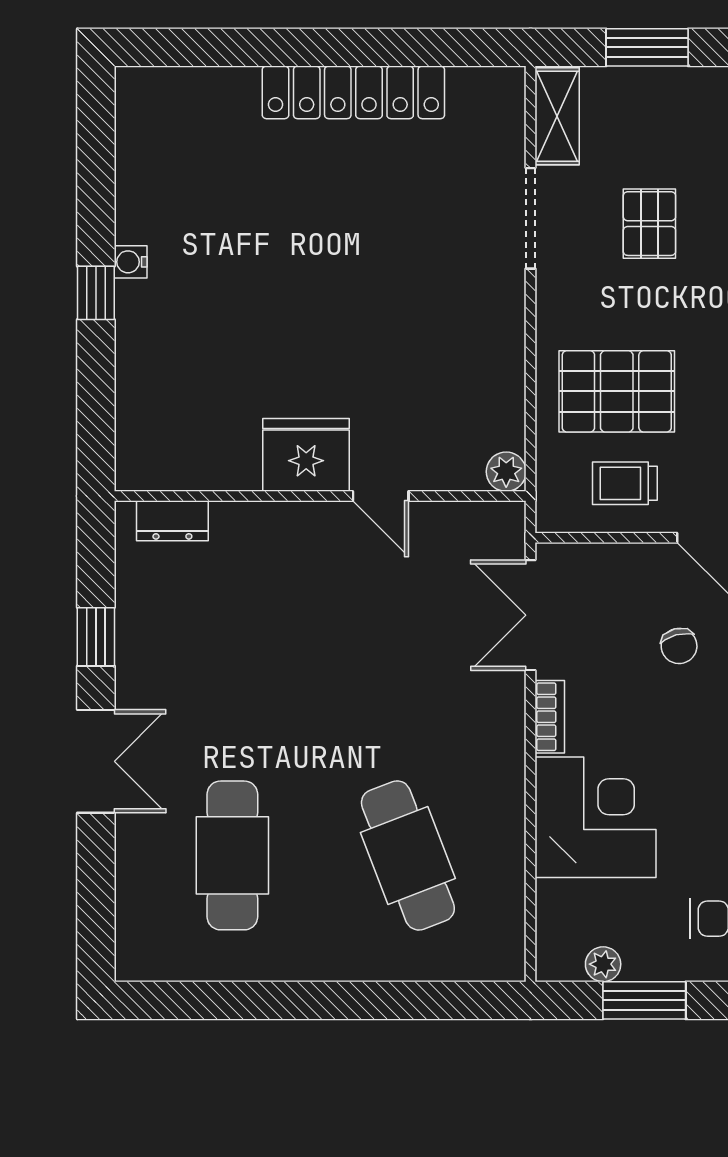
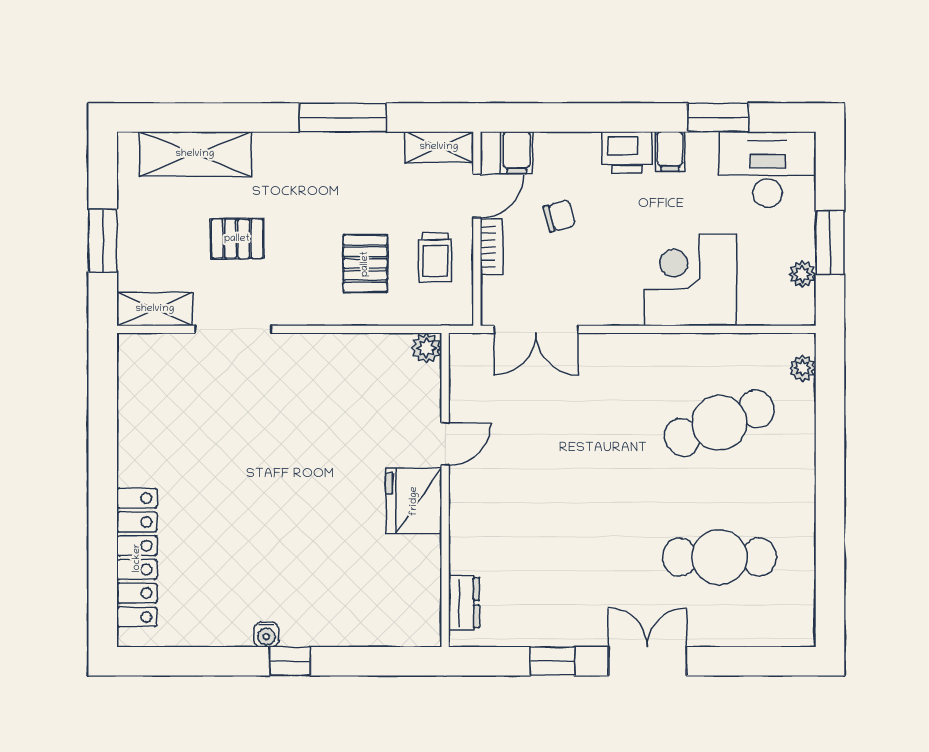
locker: (353, 92) -> (137, 558), moved
pallet: (617, 391) -> (365, 264), width x0.67, depth x0.71
bookcase: (550, 717) -> (492, 247), moved, turned 90
plant: (480, 964) -> (802, 368), added

